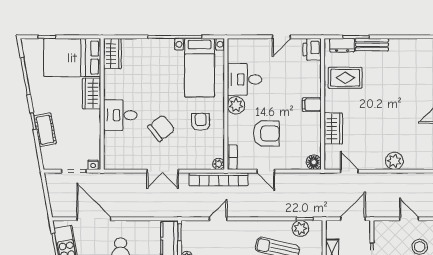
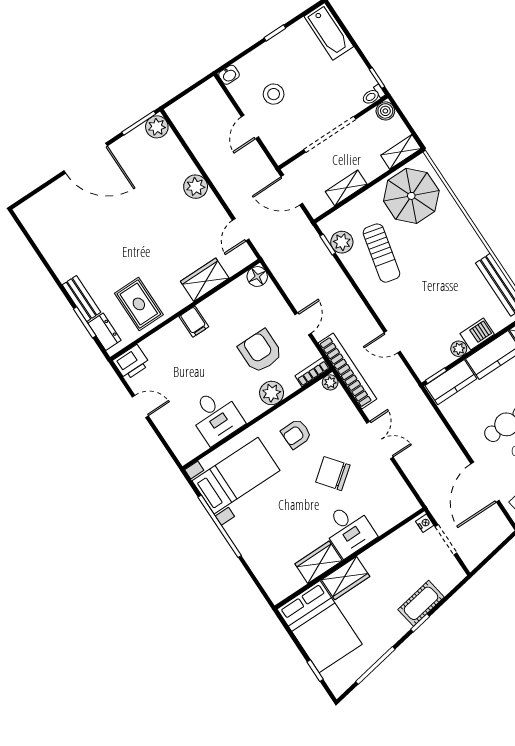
wardrobe: (112, 54) -> (319, 562), moved
plant: (236, 105) -> (272, 393), moved

